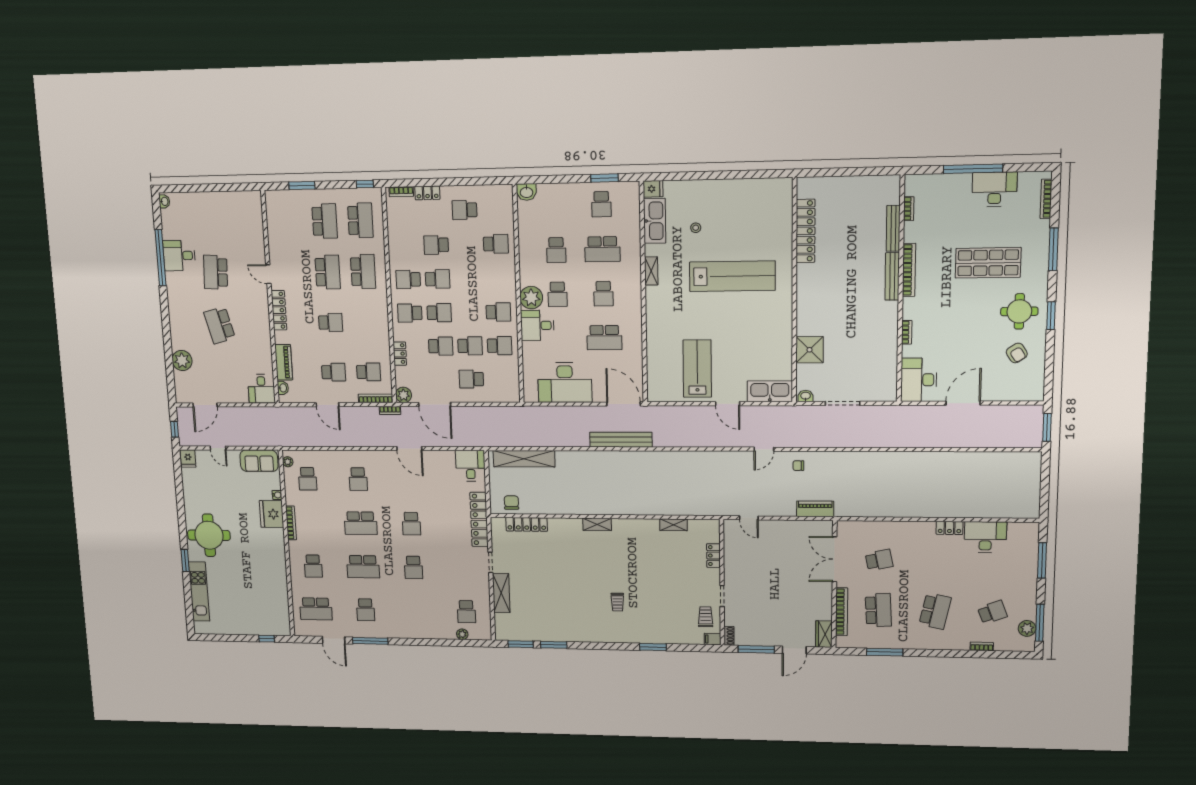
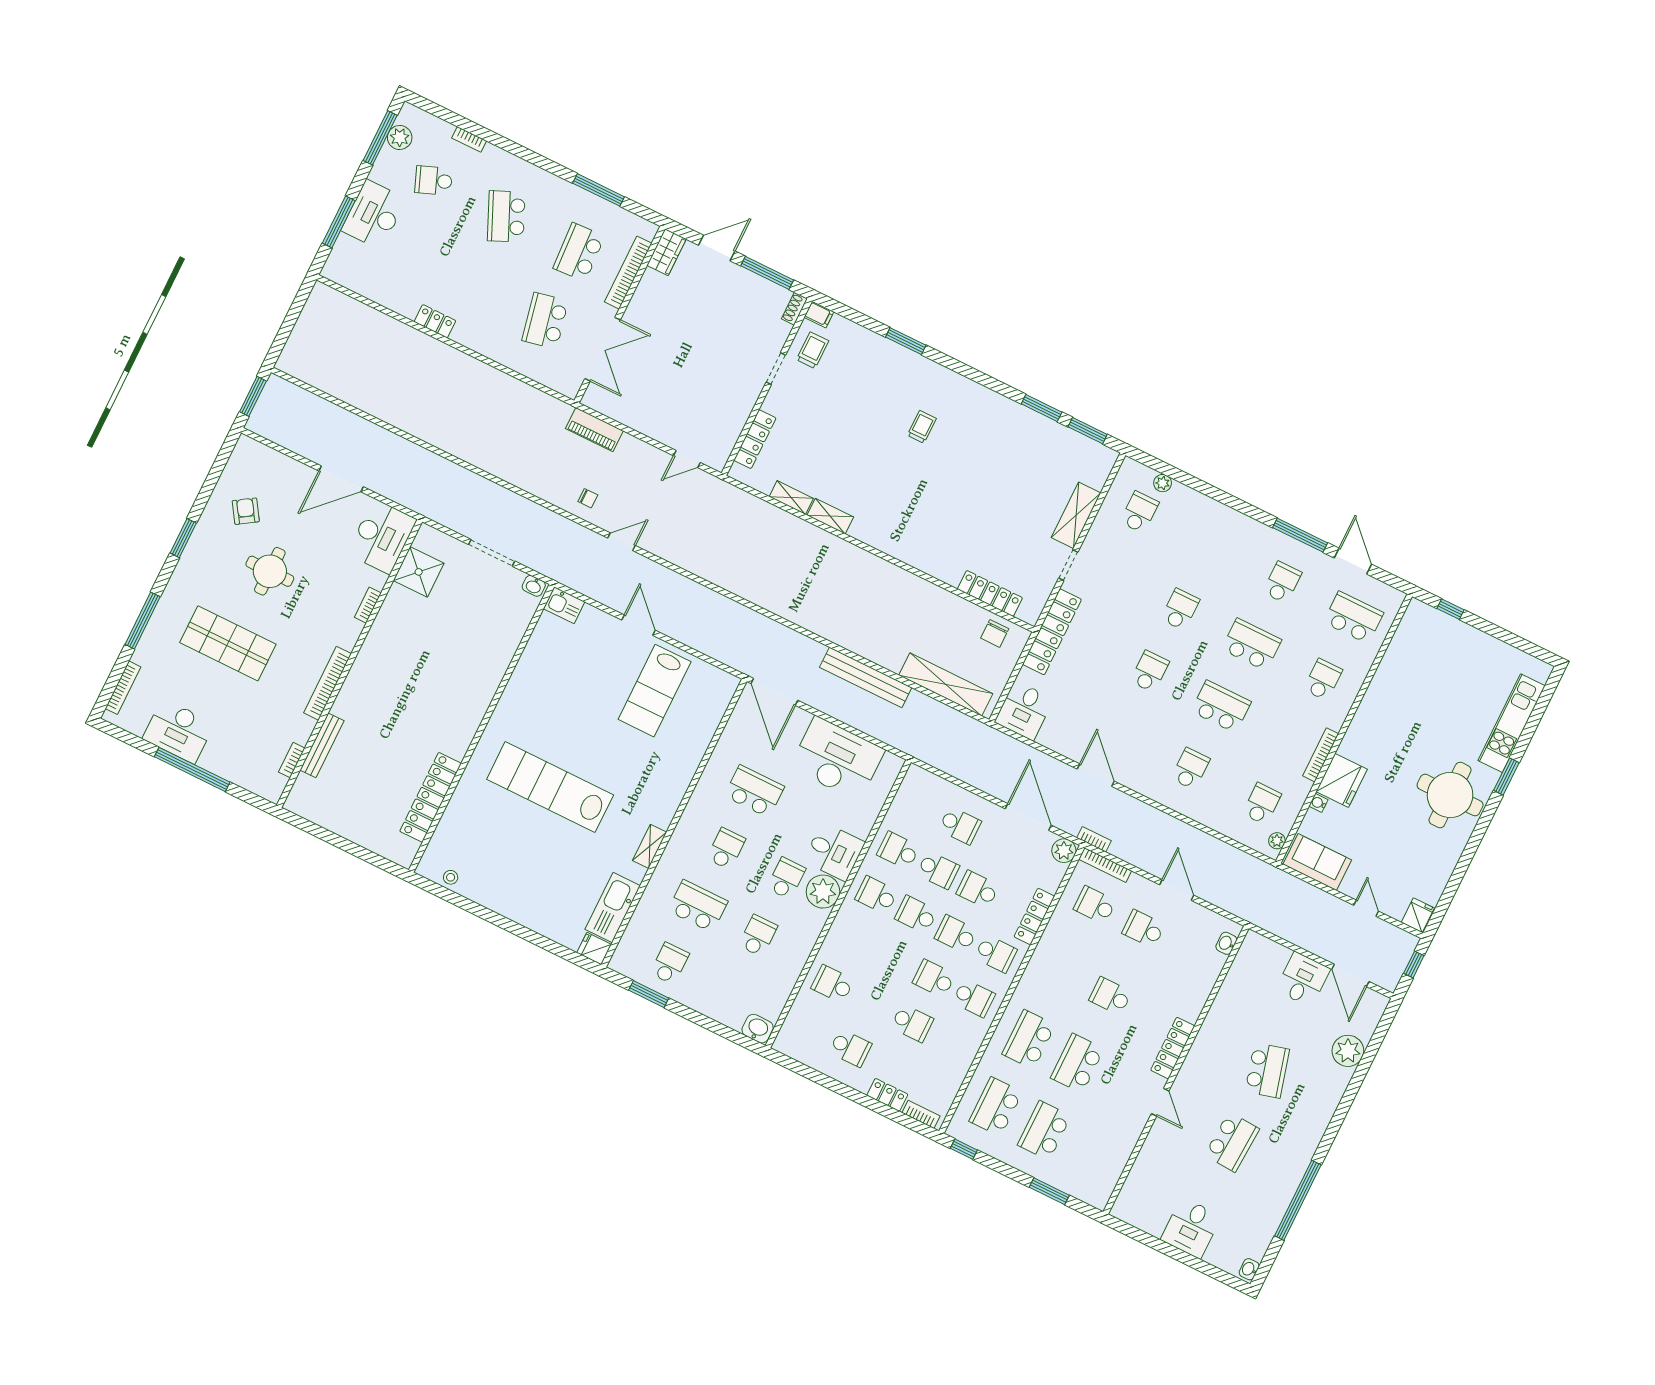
stool: (696, 228) -> (451, 877), moved
desk: (179, 256) -> (1191, 1228), moved, turned 90
bench: (892, 276) -> (352, 686), removed
round table: (1019, 311) -> (270, 571), moved
school desk: (469, 312) -> (916, 915), added
school desk: (470, 346) -> (938, 870), turned 180
shower: (810, 350) -> (419, 572), moved
locker: (400, 354) -> (1034, 917), width x1.53
piano: (284, 362) -> (1206, 977), removed
desk: (261, 389) -> (1303, 979), moved
kitchen sink: (770, 391) -> (564, 605), width x0.53, depth x0.81
door: (205, 405) -> (1350, 975), swing flipped
bench: (621, 440) -> (866, 677), moved
door: (749, 518) -> (687, 459), swing flipped
shelving: (597, 524) -> (830, 516), moved
desk: (985, 537) -> (374, 215), moved, turned 90
locker: (713, 556) -> (755, 439), width x1.53
school desk: (879, 560) -> (545, 321), width x1.85
school desk: (935, 611) -> (506, 216), turned -36
trolley: (706, 617) -> (813, 350), turned 180

